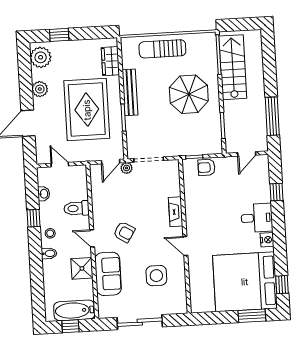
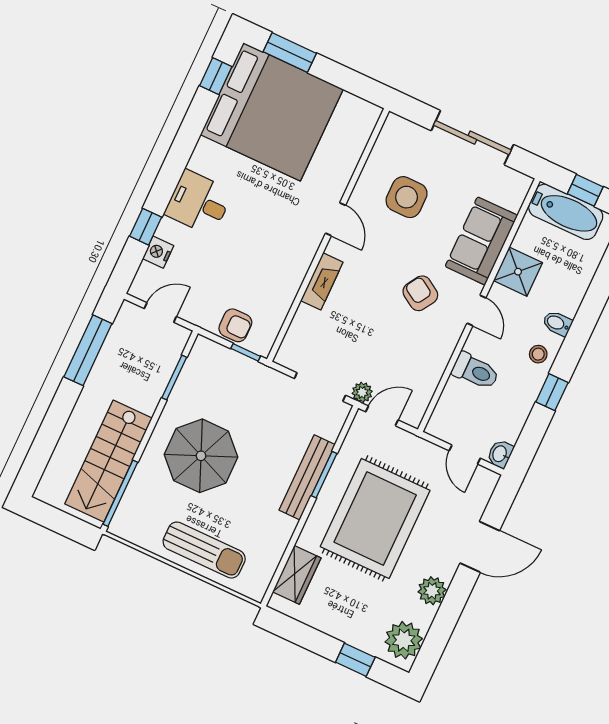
bench: (130, 92) -> (307, 477), moved
washbasin: (44, 194) -> (500, 454), moved
nightstand: (267, 240) -> (158, 252), moved

